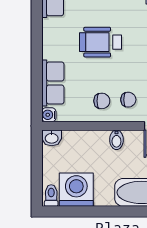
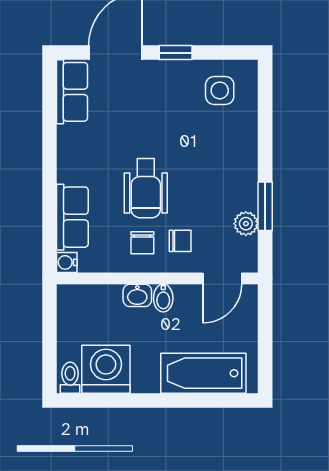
wheelchair: (101, 42) -> (146, 188), moved, turned -90
chair: (102, 101) -> (142, 243), turned 90
washbasin: (52, 138) -> (137, 295), moved

